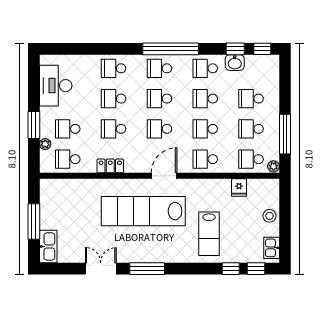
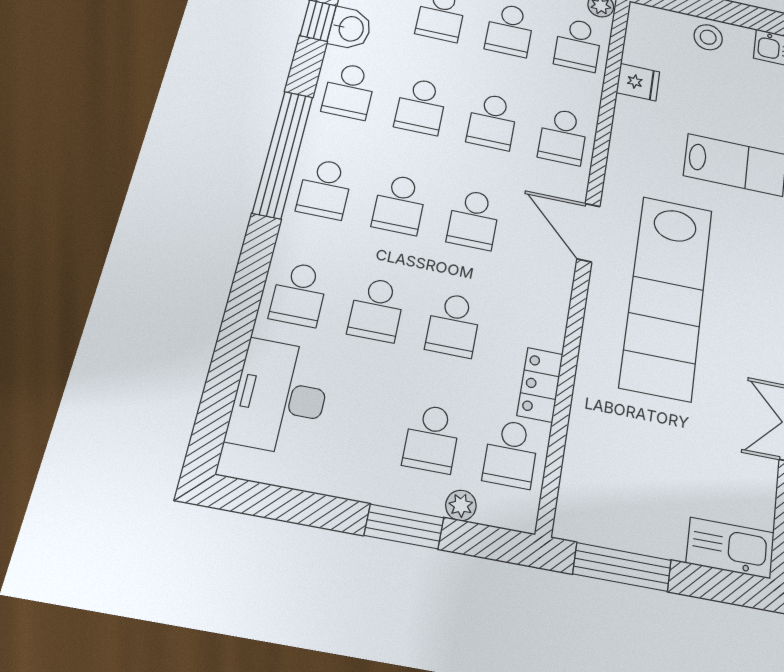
desk: (56, 86) -> (280, 397), moved, turned 90
locker: (110, 166) -> (540, 385), moved
window: (34, 221) -> (622, 567), moved

